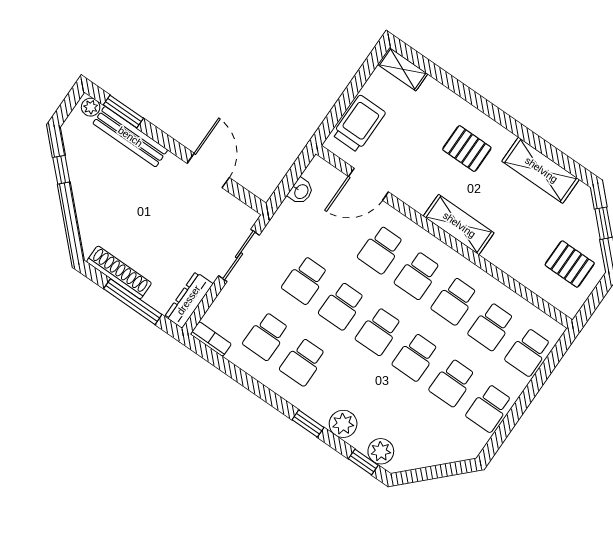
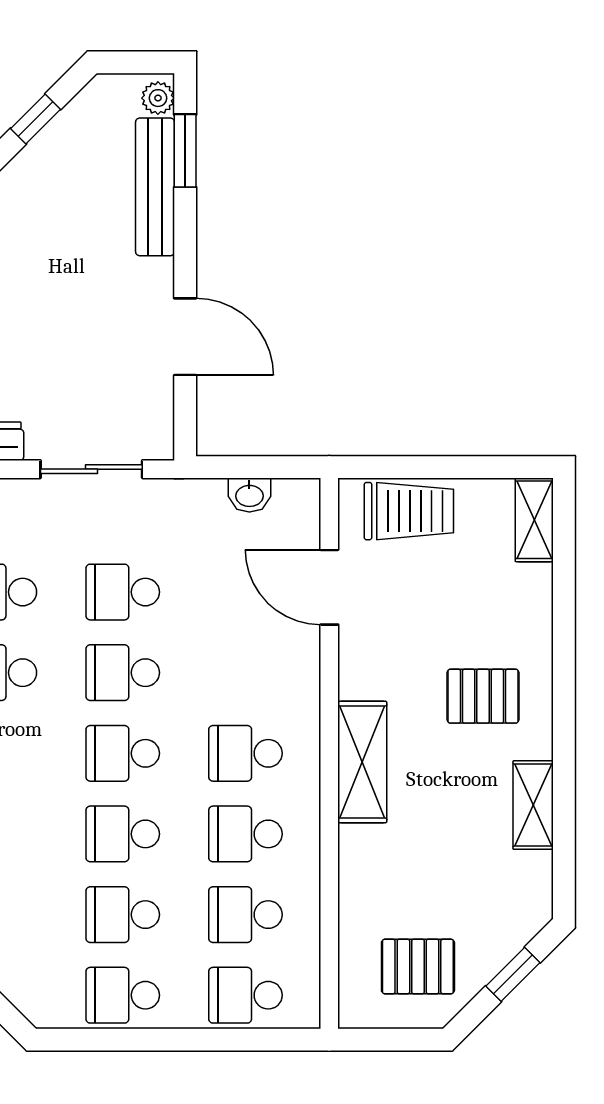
pallet: (467, 149) -> (483, 696), turned 90
shelving: (541, 170) -> (533, 805), width x0.67, depth x0.75
door: (208, 171) -> (185, 337), hinge flipped
school desk: (381, 250) -> (246, 673), removed
pallet: (570, 264) -> (418, 966), turned 90

